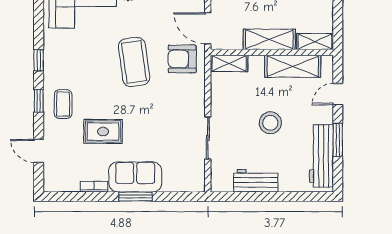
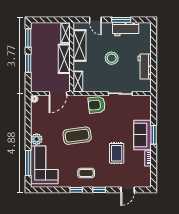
armchair: (182, 59) -> (97, 105), moved, turned 84
coffee table: (63, 104) -> (86, 173), moved
workbench: (322, 156) -> (126, 29), width x0.73

